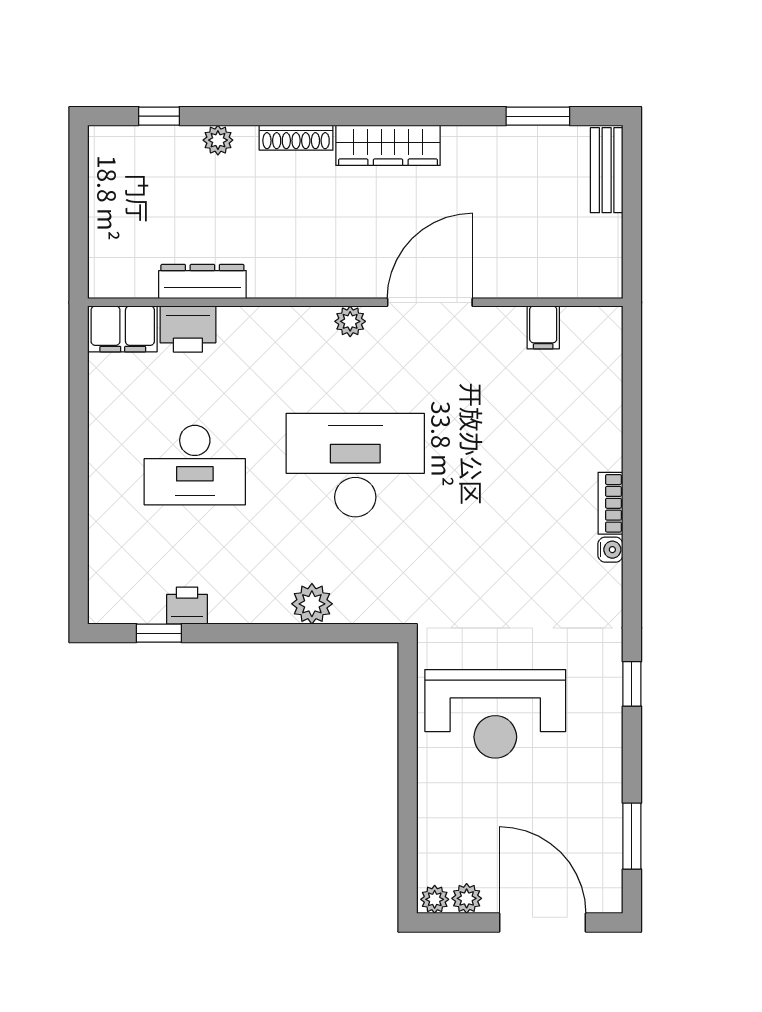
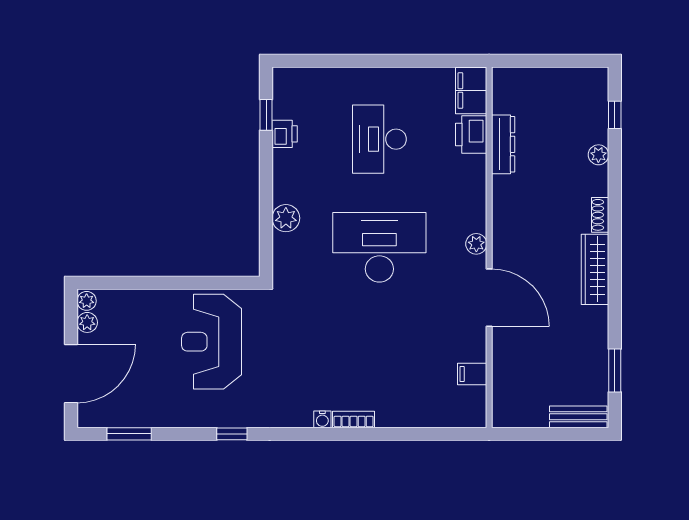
shoe rack: (296, 138) -> (600, 215), width x0.70
desk: (355, 465) -> (379, 247), turned -90

